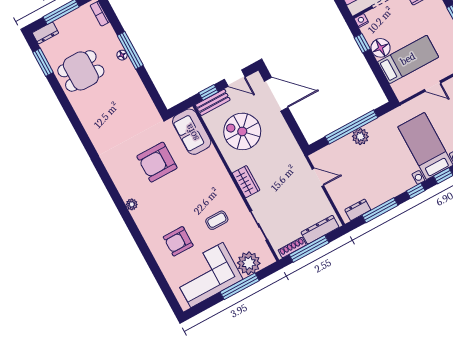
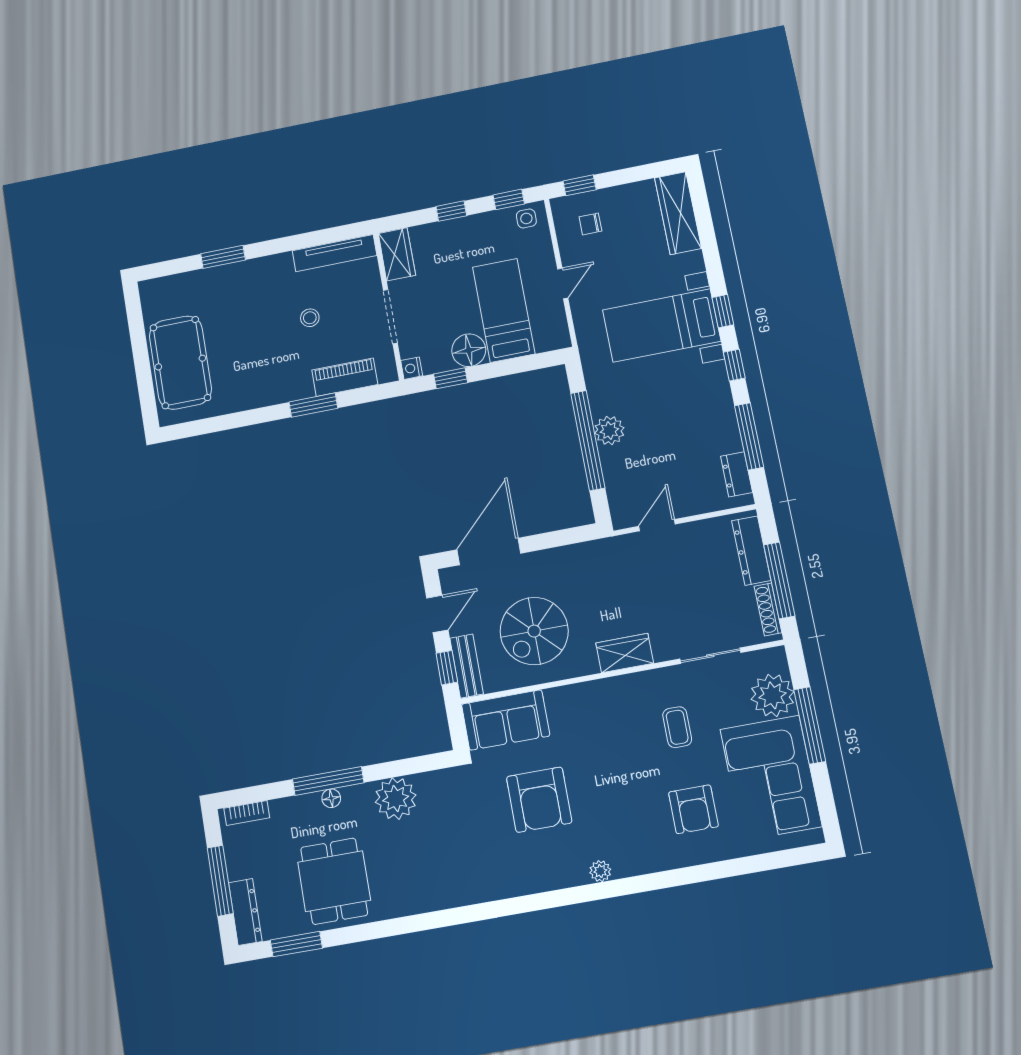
dresser: (45, 33) -> (245, 912), width x1.44
plant: (133, 88) -> (396, 799), added

